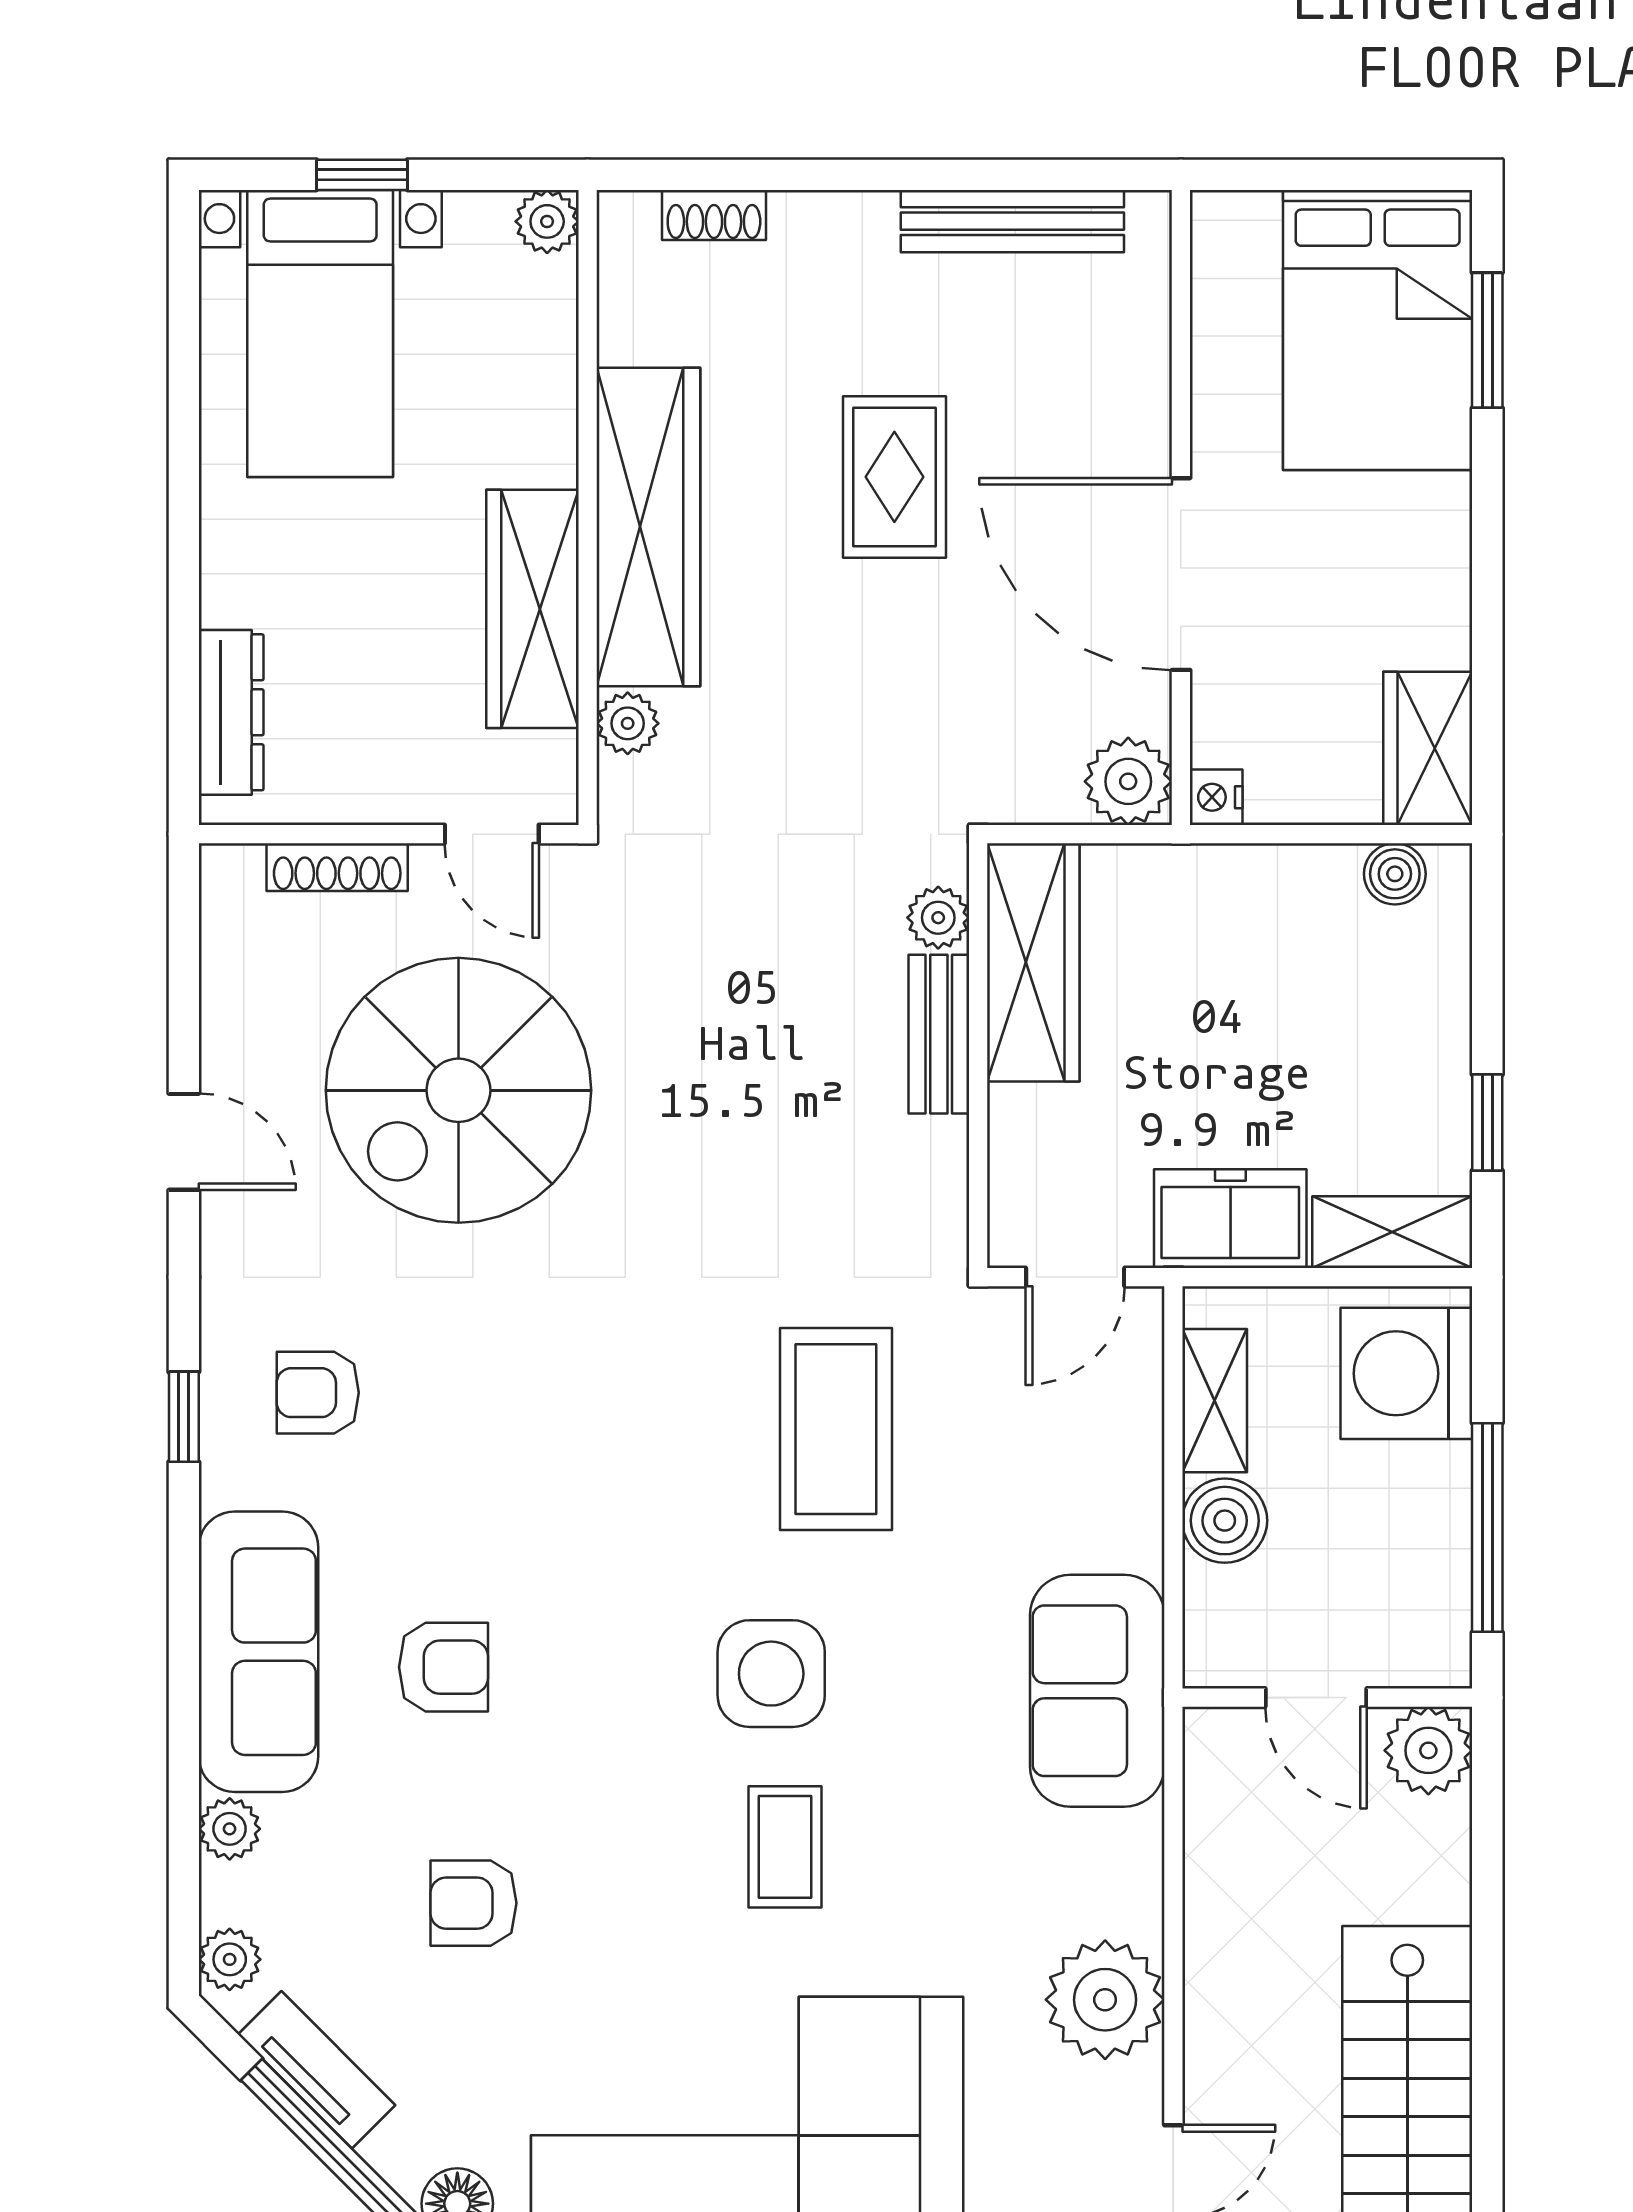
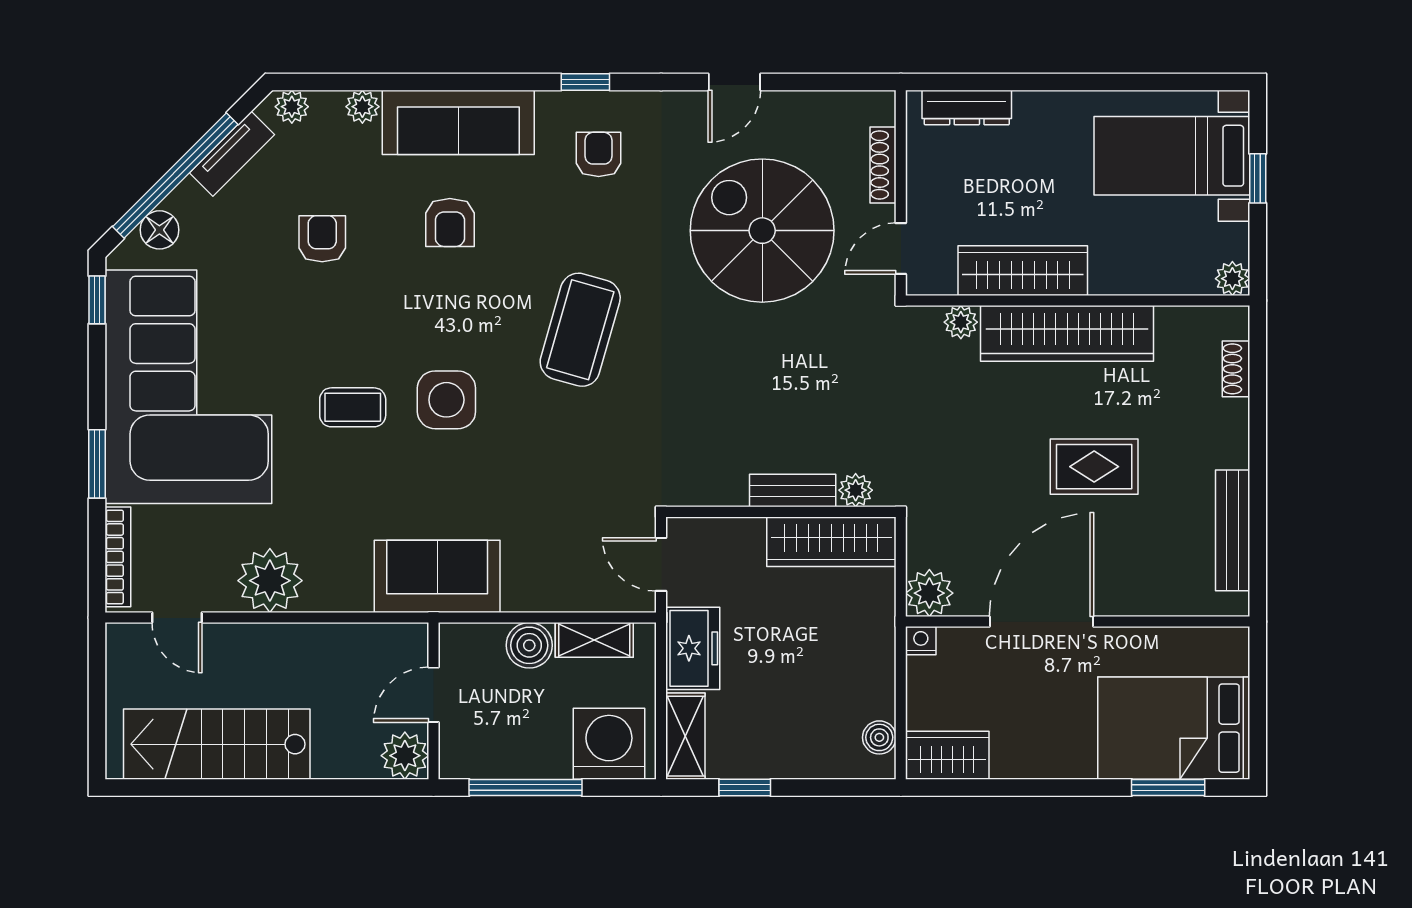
coffee table: (836, 1429) -> (580, 330), moved, turned -74

